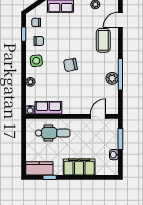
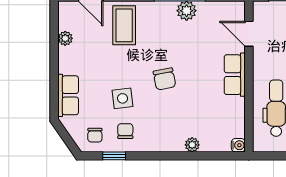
coffee table: (103, 40) -> (124, 25), turned 90
side table: (36, 61) -> (123, 98), moved
row of seats: (48, 108) -> (235, 75), moved

